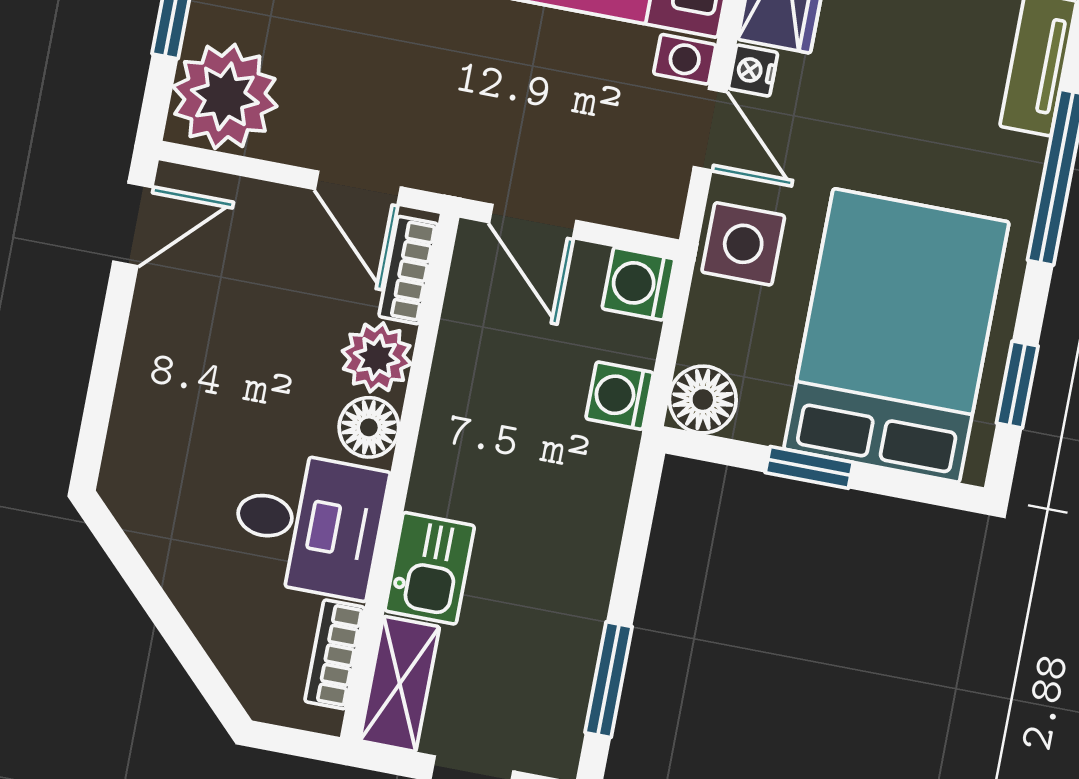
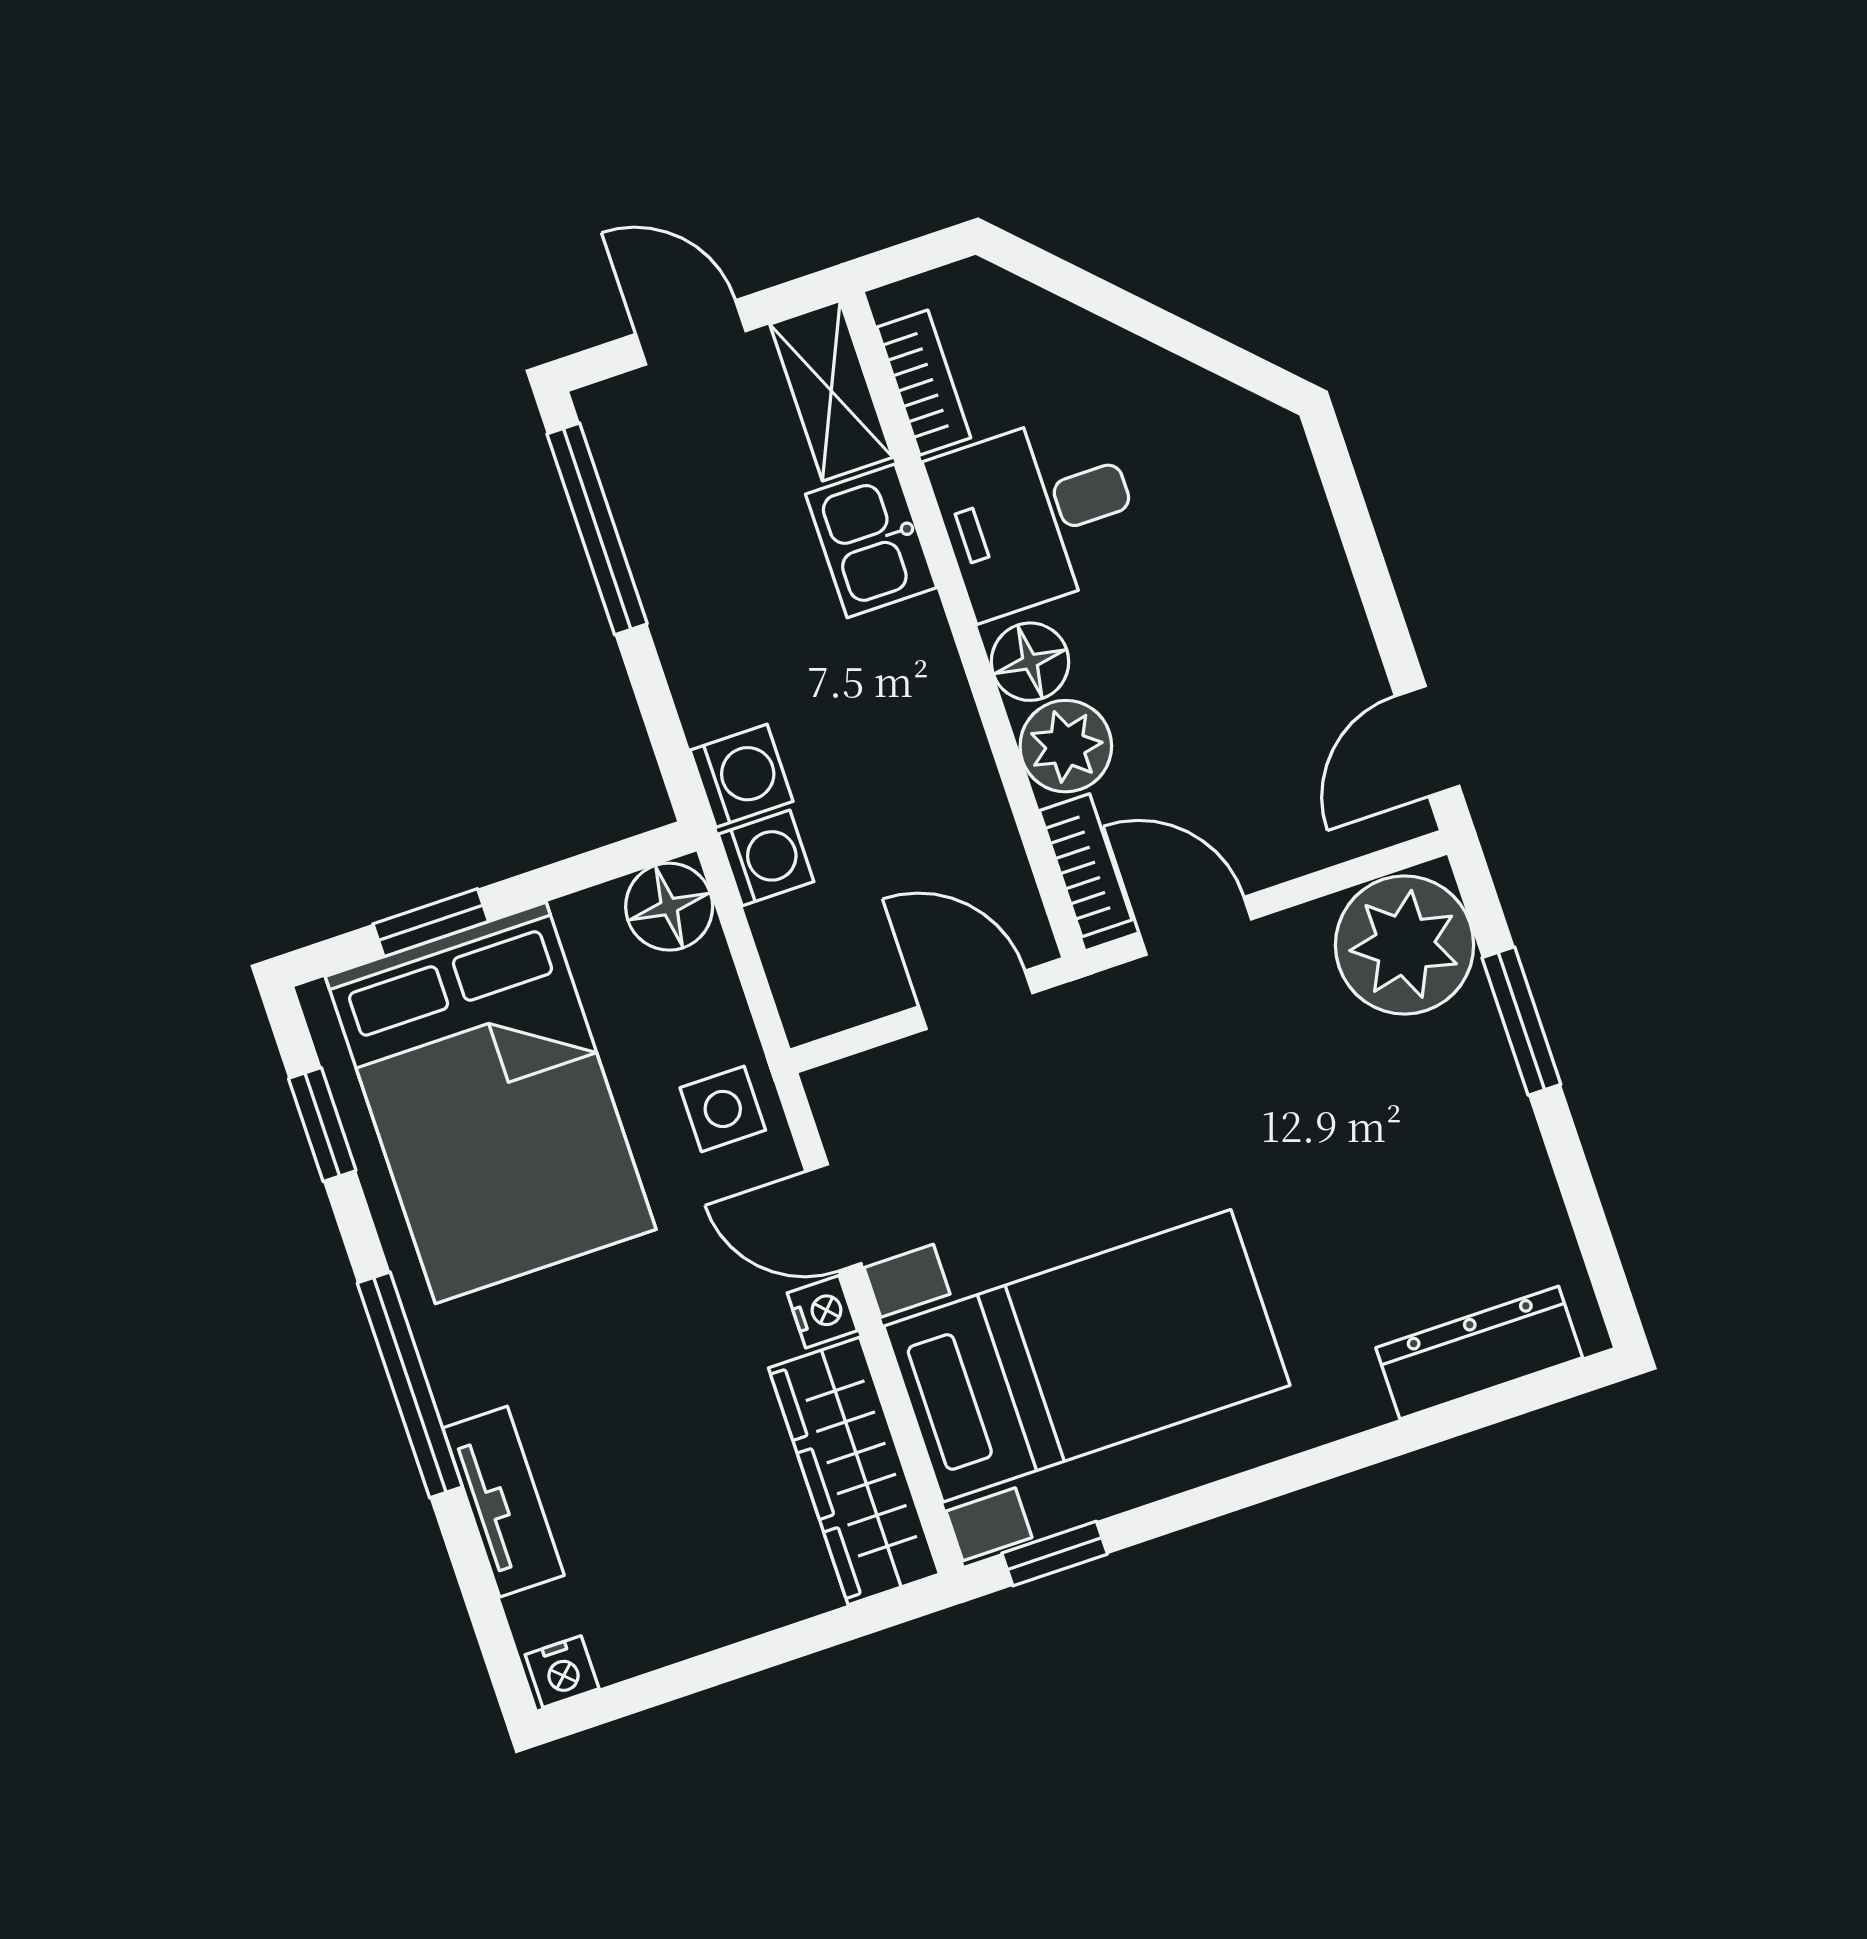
side table: (743, 244) -> (723, 1109), width x0.73, depth x0.73
washing machine: (639, 284) -> (742, 776), moved
window: (809, 467) -> (431, 923), moved
window: (609, 680) -> (597, 529), width x1.44

